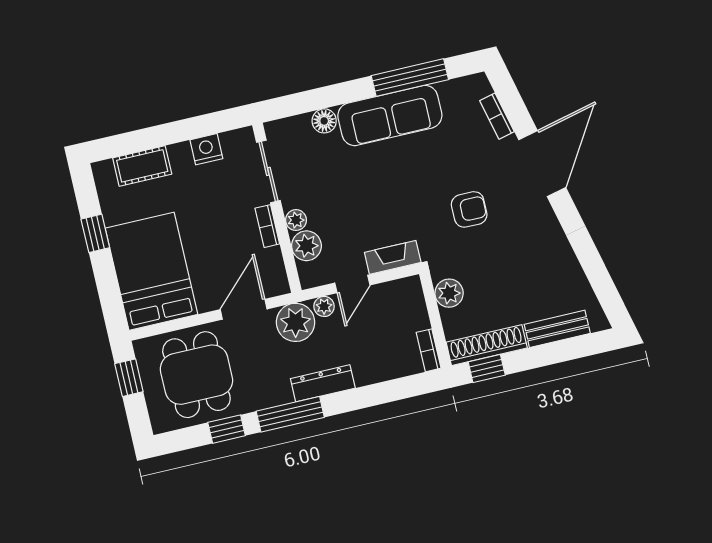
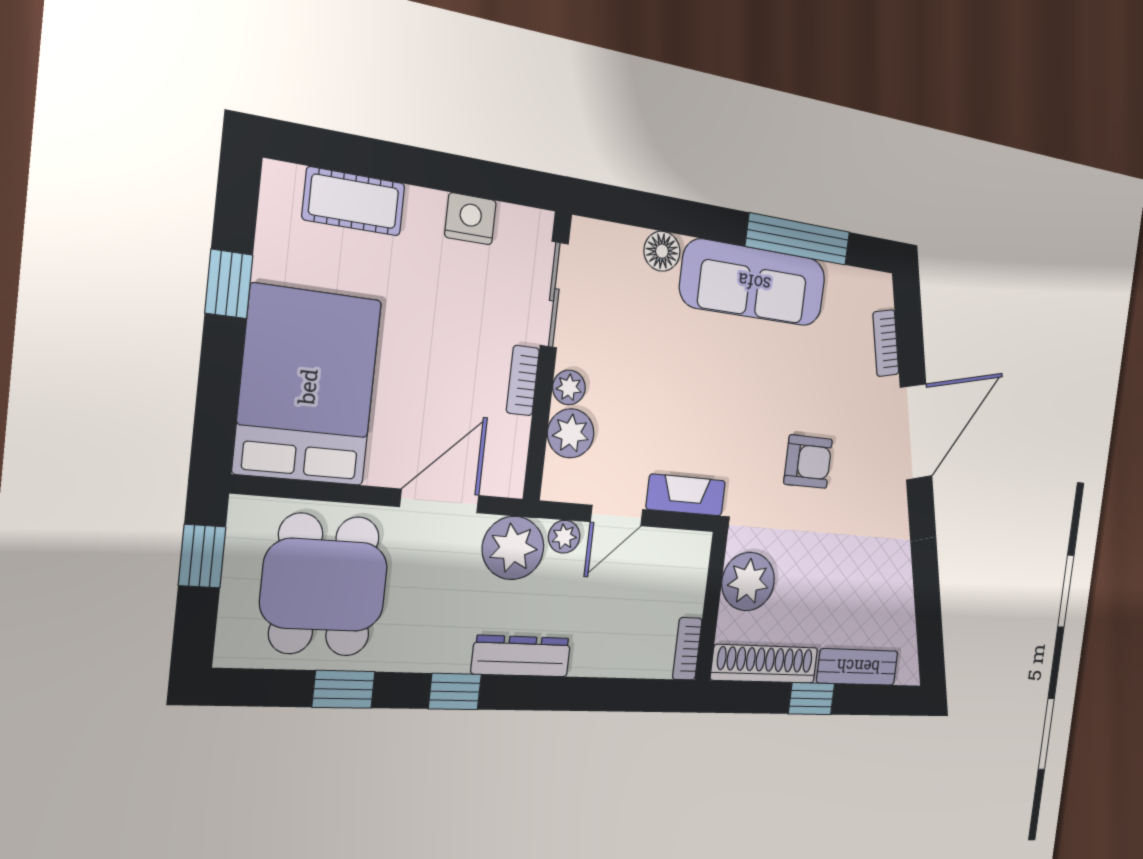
plant: (449, 293) -> (748, 582), width x1.36, depth x1.36
window: (487, 368) -> (812, 699), moved
window: (290, 414) -> (455, 692), width x0.46

